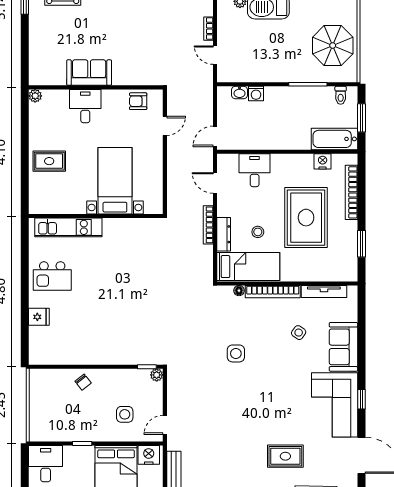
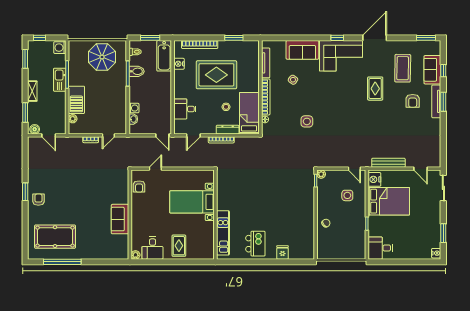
bidet: (311, 97) -> (137, 71), added
desk: (85, 106) -> (152, 248), moved, turned -90
door: (165, 126) -> (155, 169), hinge flipped

